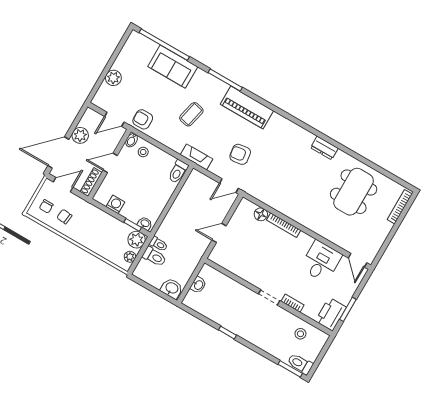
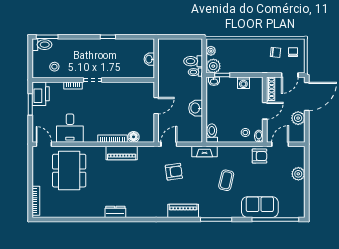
piano: (247, 107) -> (183, 211), width x0.73, depth x0.75
dining table: (354, 192) -> (69, 171), moved
piano: (283, 205) -> (122, 153), added
washbasin: (172, 288) -> (196, 108), moved, turned 90

